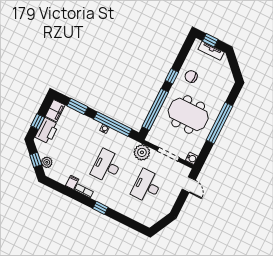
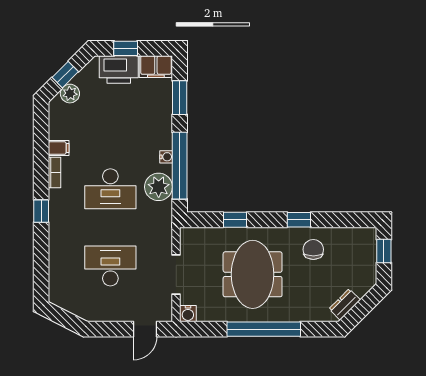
tv unit: (211, 51) -> (368, 260), removed
dresser: (228, 74) -> (345, 304), added
window: (155, 109) -> (235, 220), width x0.32
plant: (142, 152) -> (159, 187), moved
desk: (107, 166) -> (110, 189), turned 180

